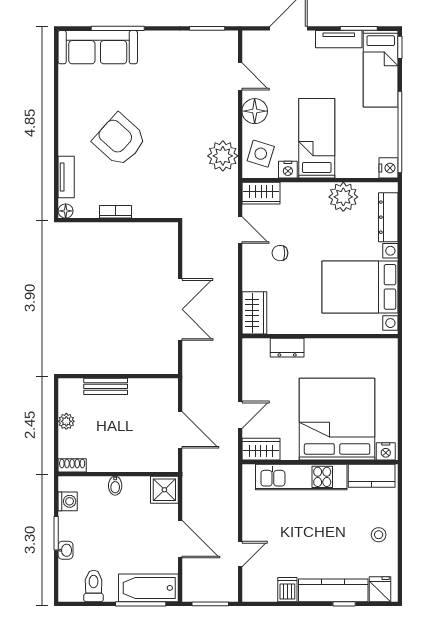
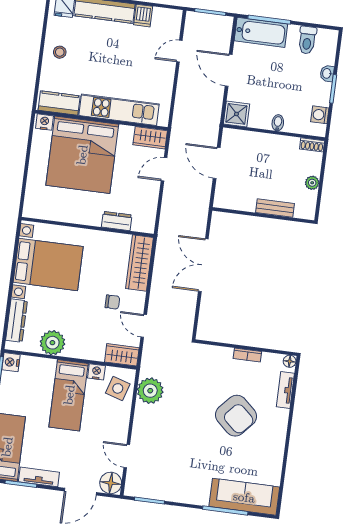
floor lamp: (255, 111) -> (111, 483), moved
wardrobe: (254, 313) -> (140, 263), width x1.50

